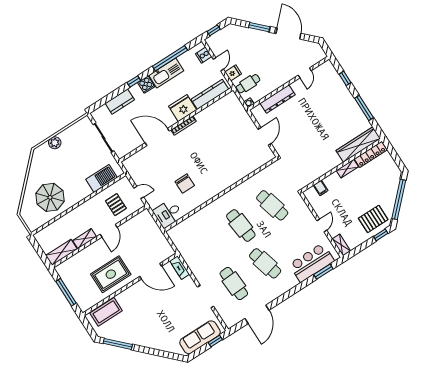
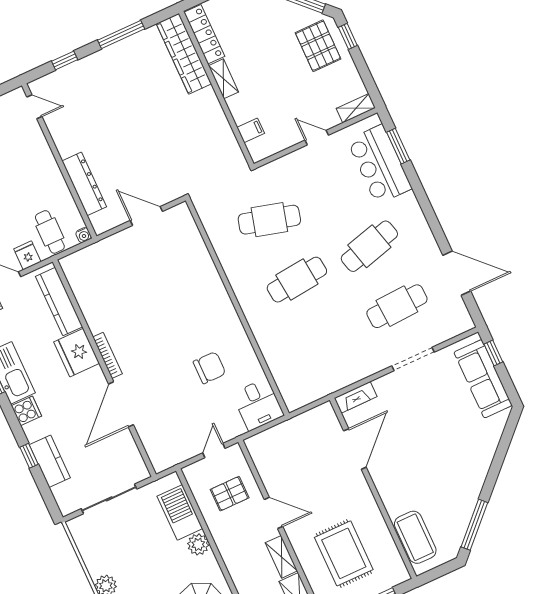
door: (305, 73) -> (34, 107), moved
window: (134, 82) -> (29, 456), moved
plant: (85, 191) -> (198, 544), added
cafe table: (272, 205) -> (269, 220), turned 30
rug: (111, 274) -> (344, 553), moved

